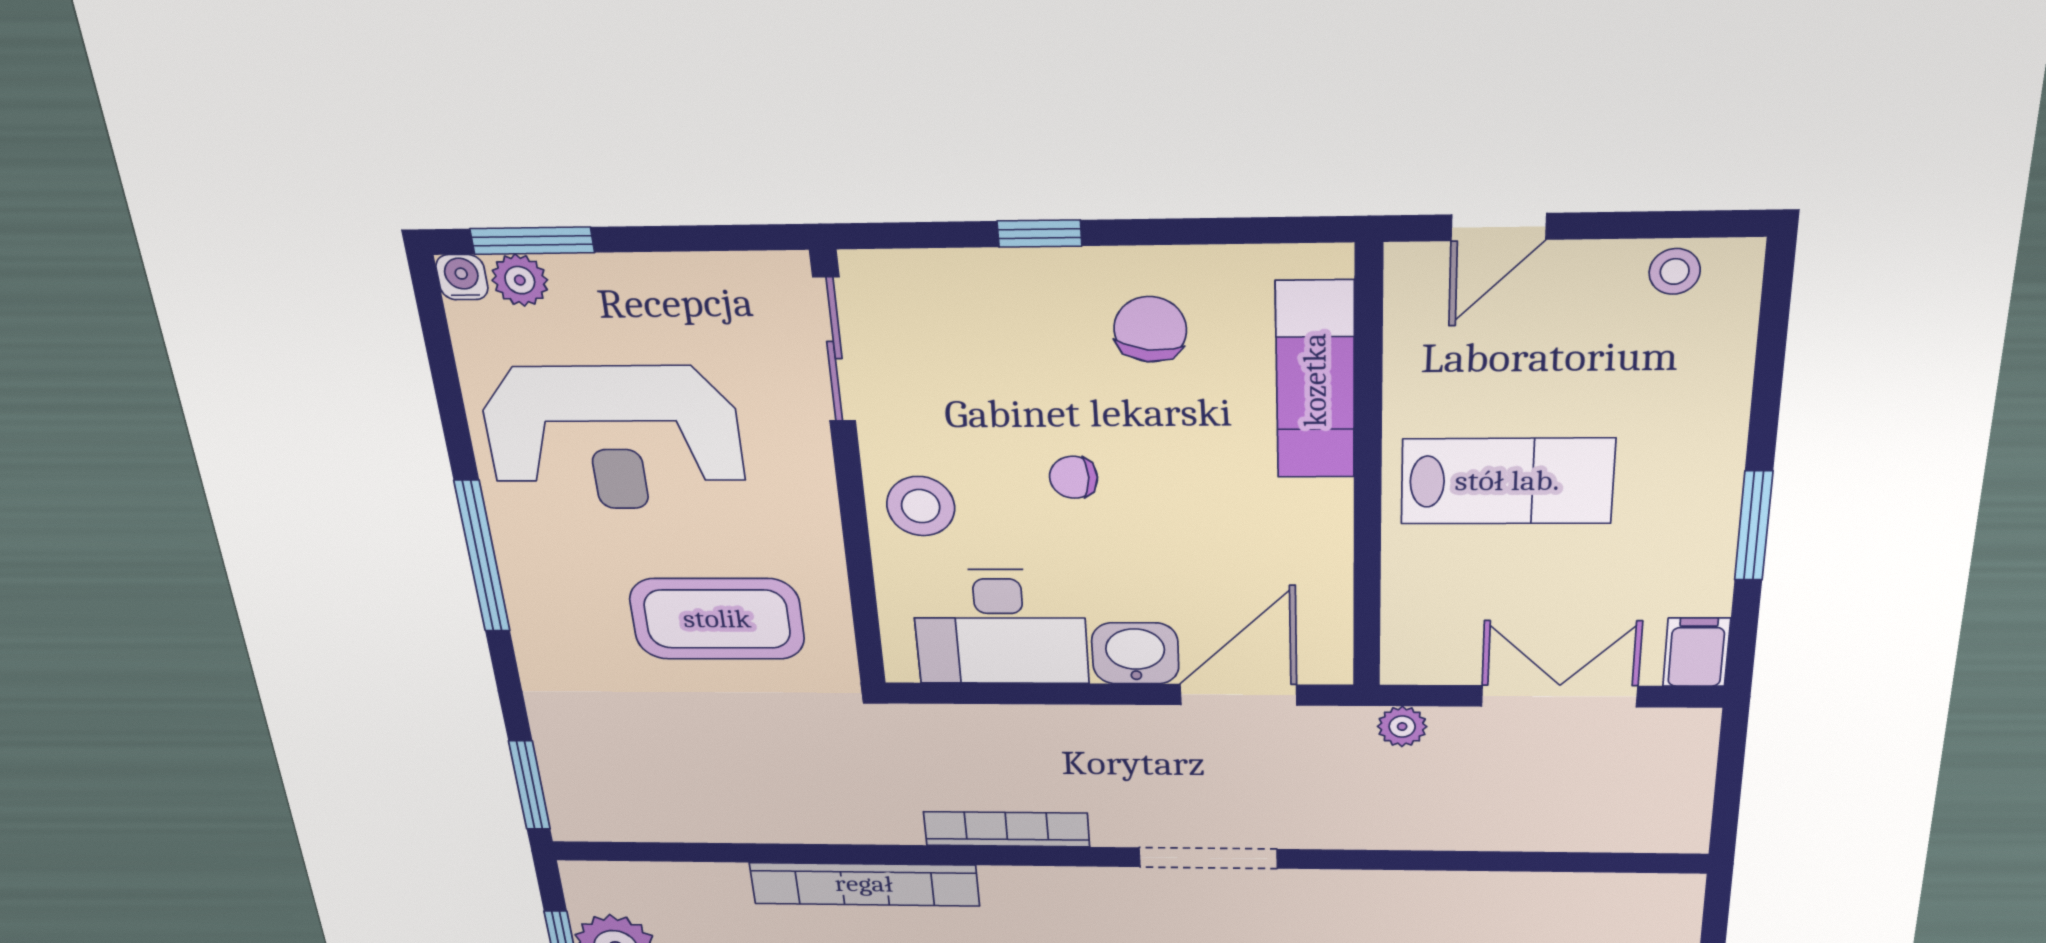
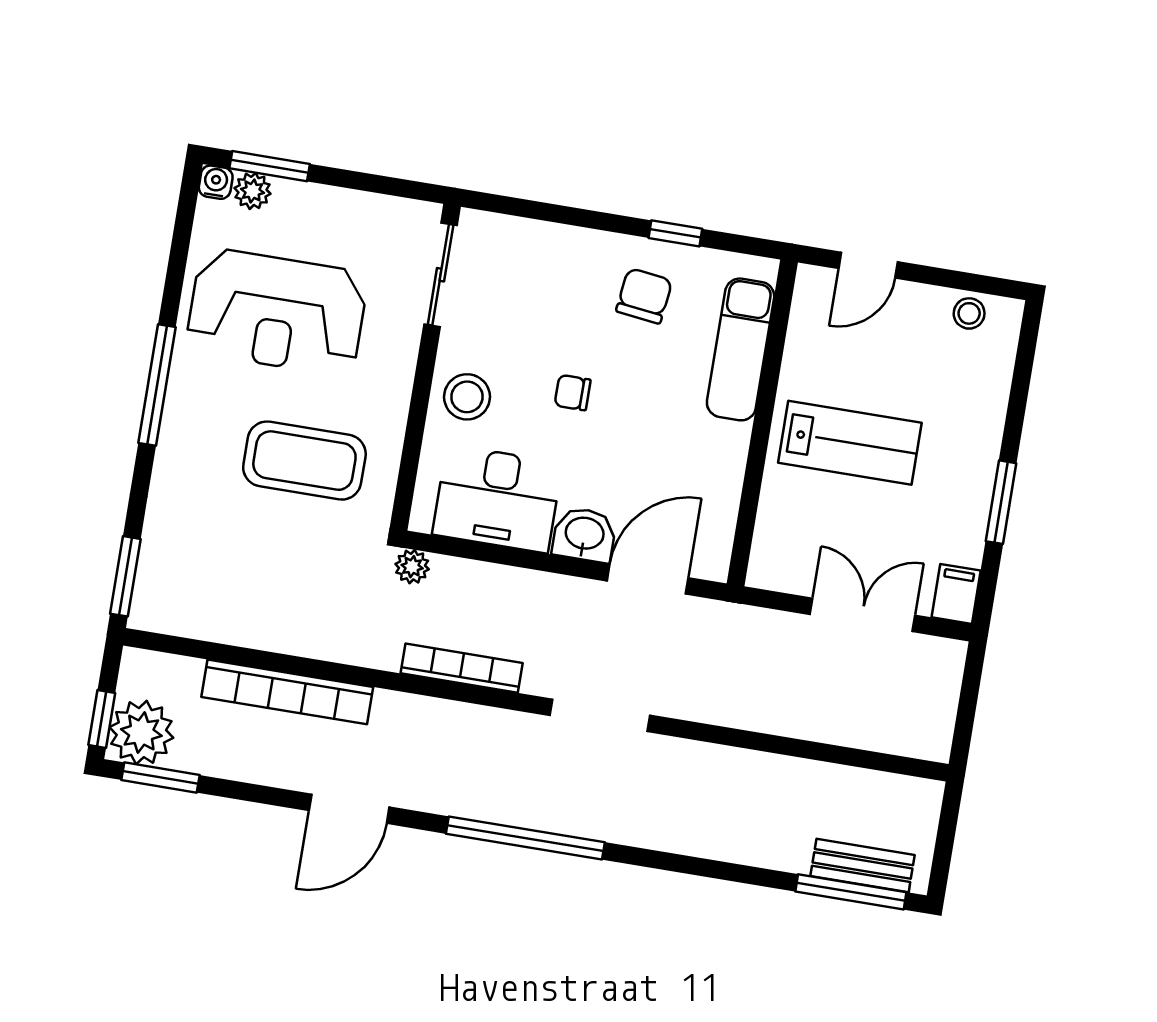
window: (1039, 234) -> (675, 233), moved
plant: (1402, 727) -> (412, 567), moved
bookcase: (864, 884) -> (287, 692), moved

